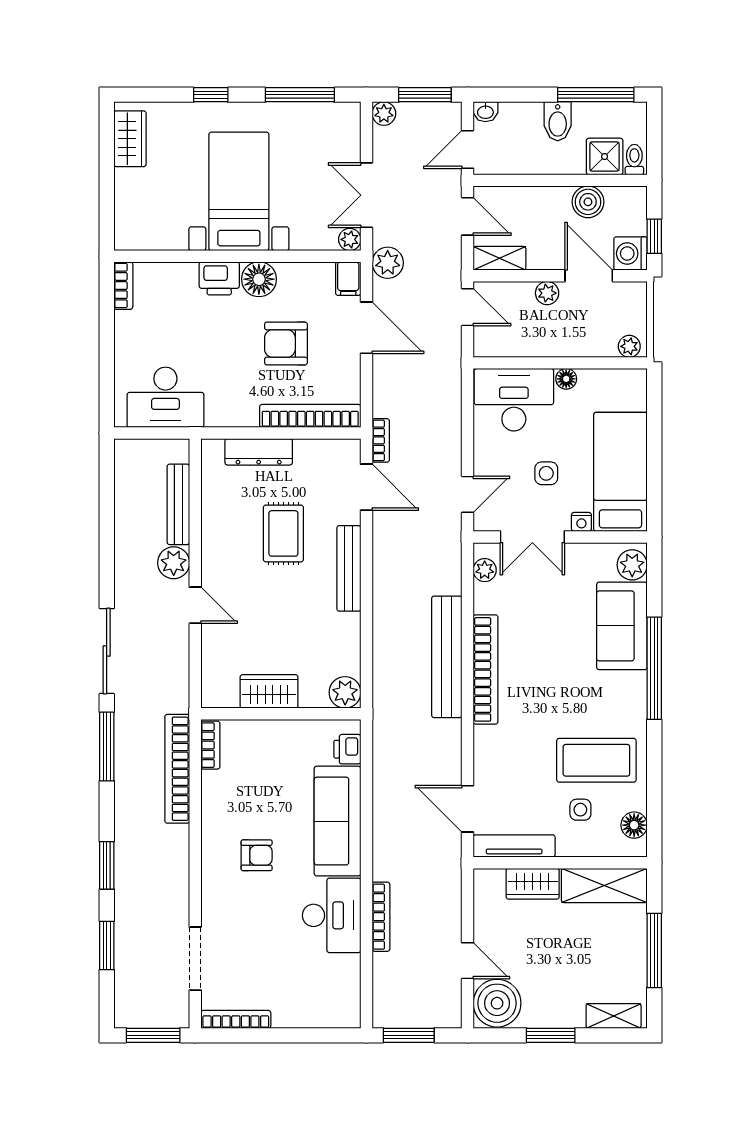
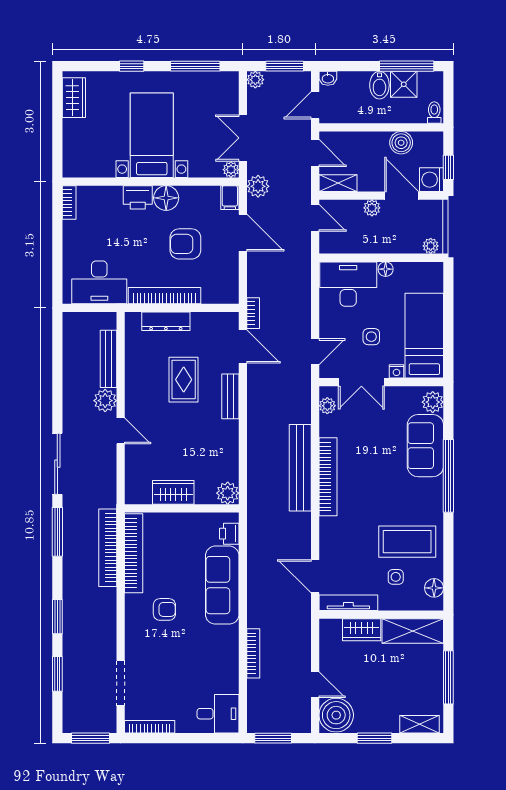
shower: (605, 156) -> (404, 84), moved
bookcase: (310, 416) -> (165, 296), moved
bench: (349, 568) -> (230, 396), width x0.73
bookcase: (210, 745) -> (134, 553), width x2.31, depth x1.31
desk: (332, 915) -> (218, 714), moved, width x0.73

